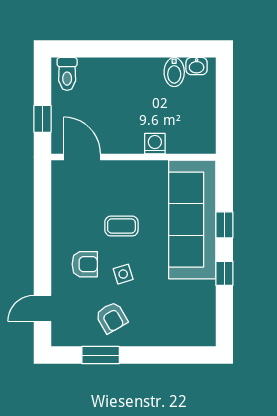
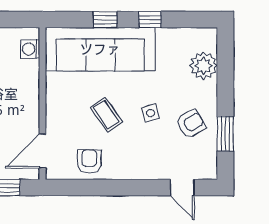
washing machine: (155, 144) -> (30, 49), moved
coffee table: (121, 226) -> (106, 115), turned -35
armchair: (85, 264) -> (89, 162), moved
plant: (174, 331) -> (204, 66), added

